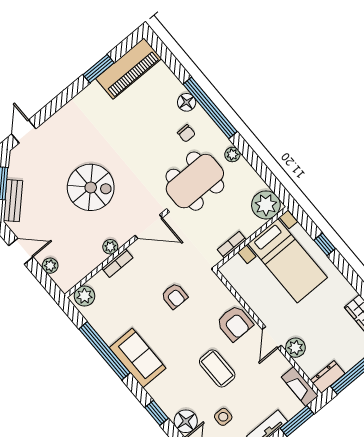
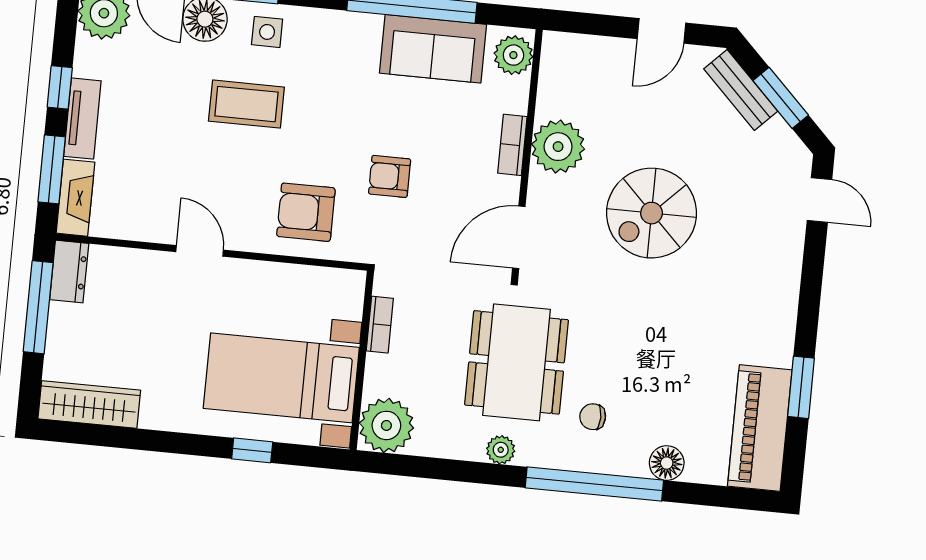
floor lamp: (187, 102) -> (667, 463), moved
plant: (110, 247) -> (558, 147), width x1.87, depth x1.87
plant: (50, 266) -> (602, 51), removed
armchair: (235, 323) -> (306, 212), moved
plant: (295, 348) -> (153, 269), removed
sofa: (138, 358) -> (433, 49), moved
coffee table: (217, 368) -> (246, 104), moved
fireplace: (300, 386) -> (75, 198), moved, turned 90
side table: (223, 417) -> (267, 32), moved

